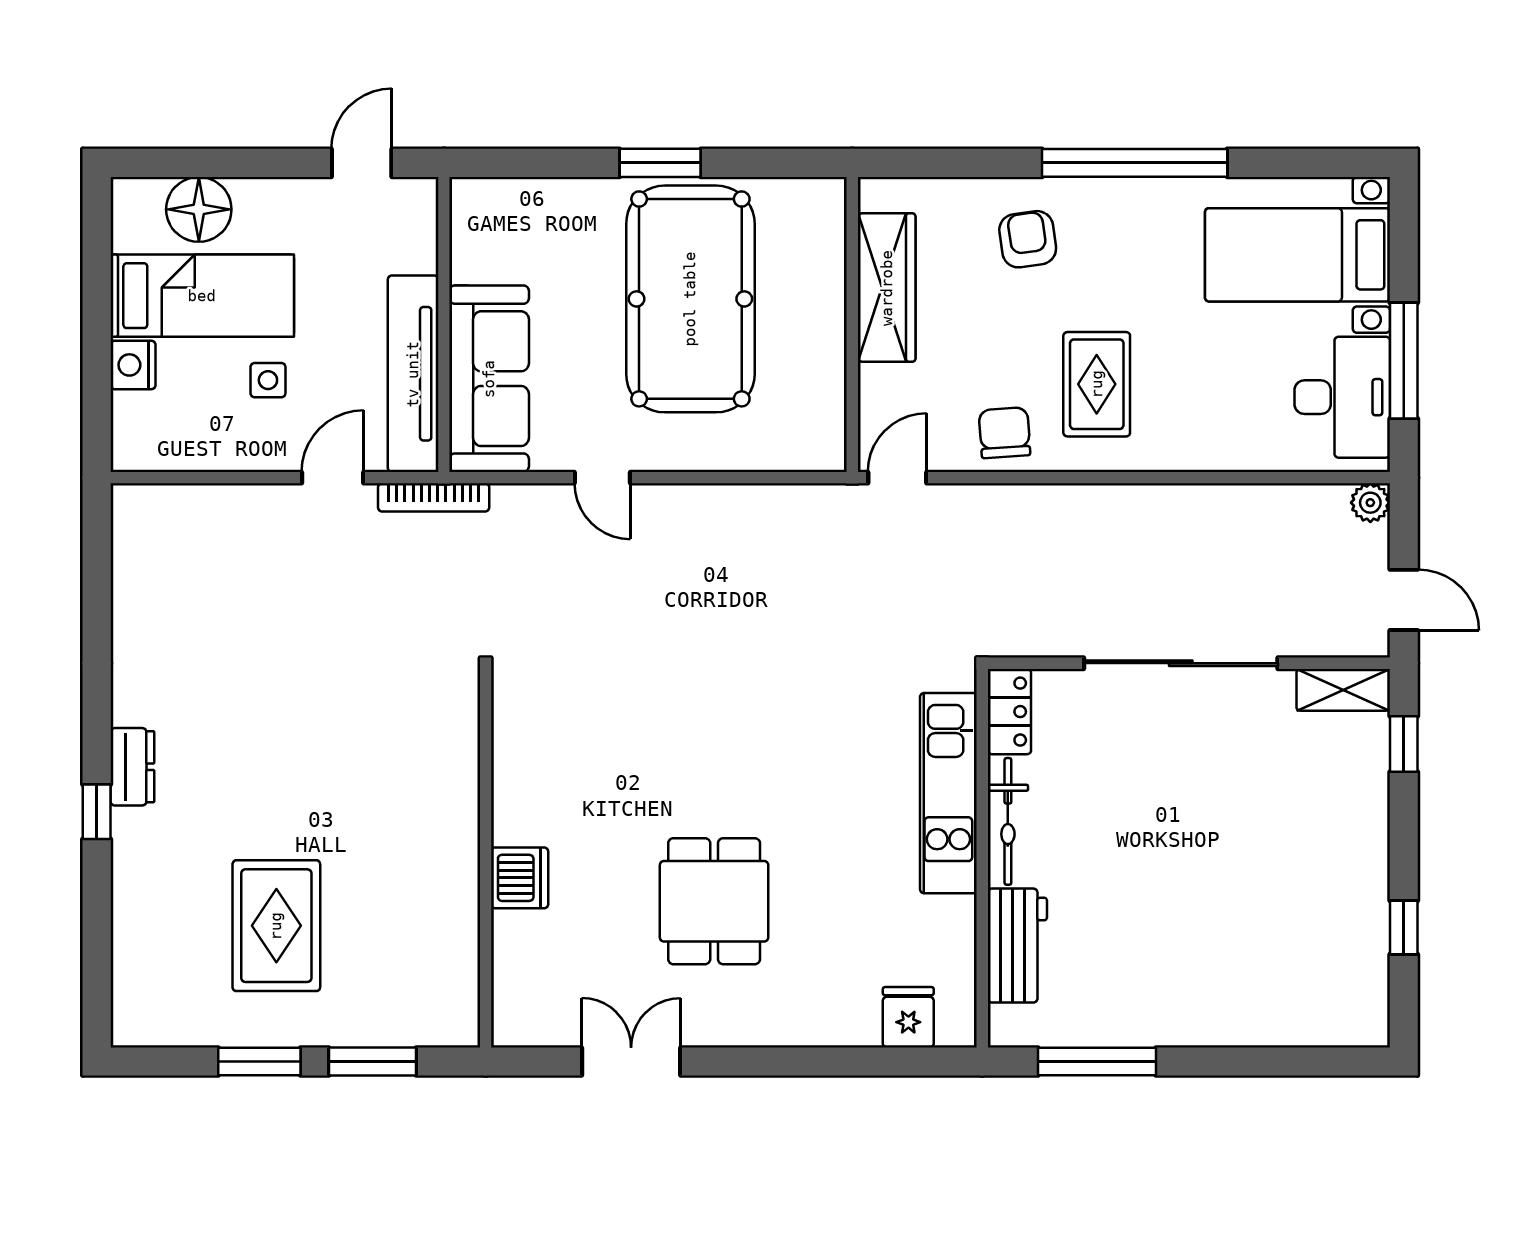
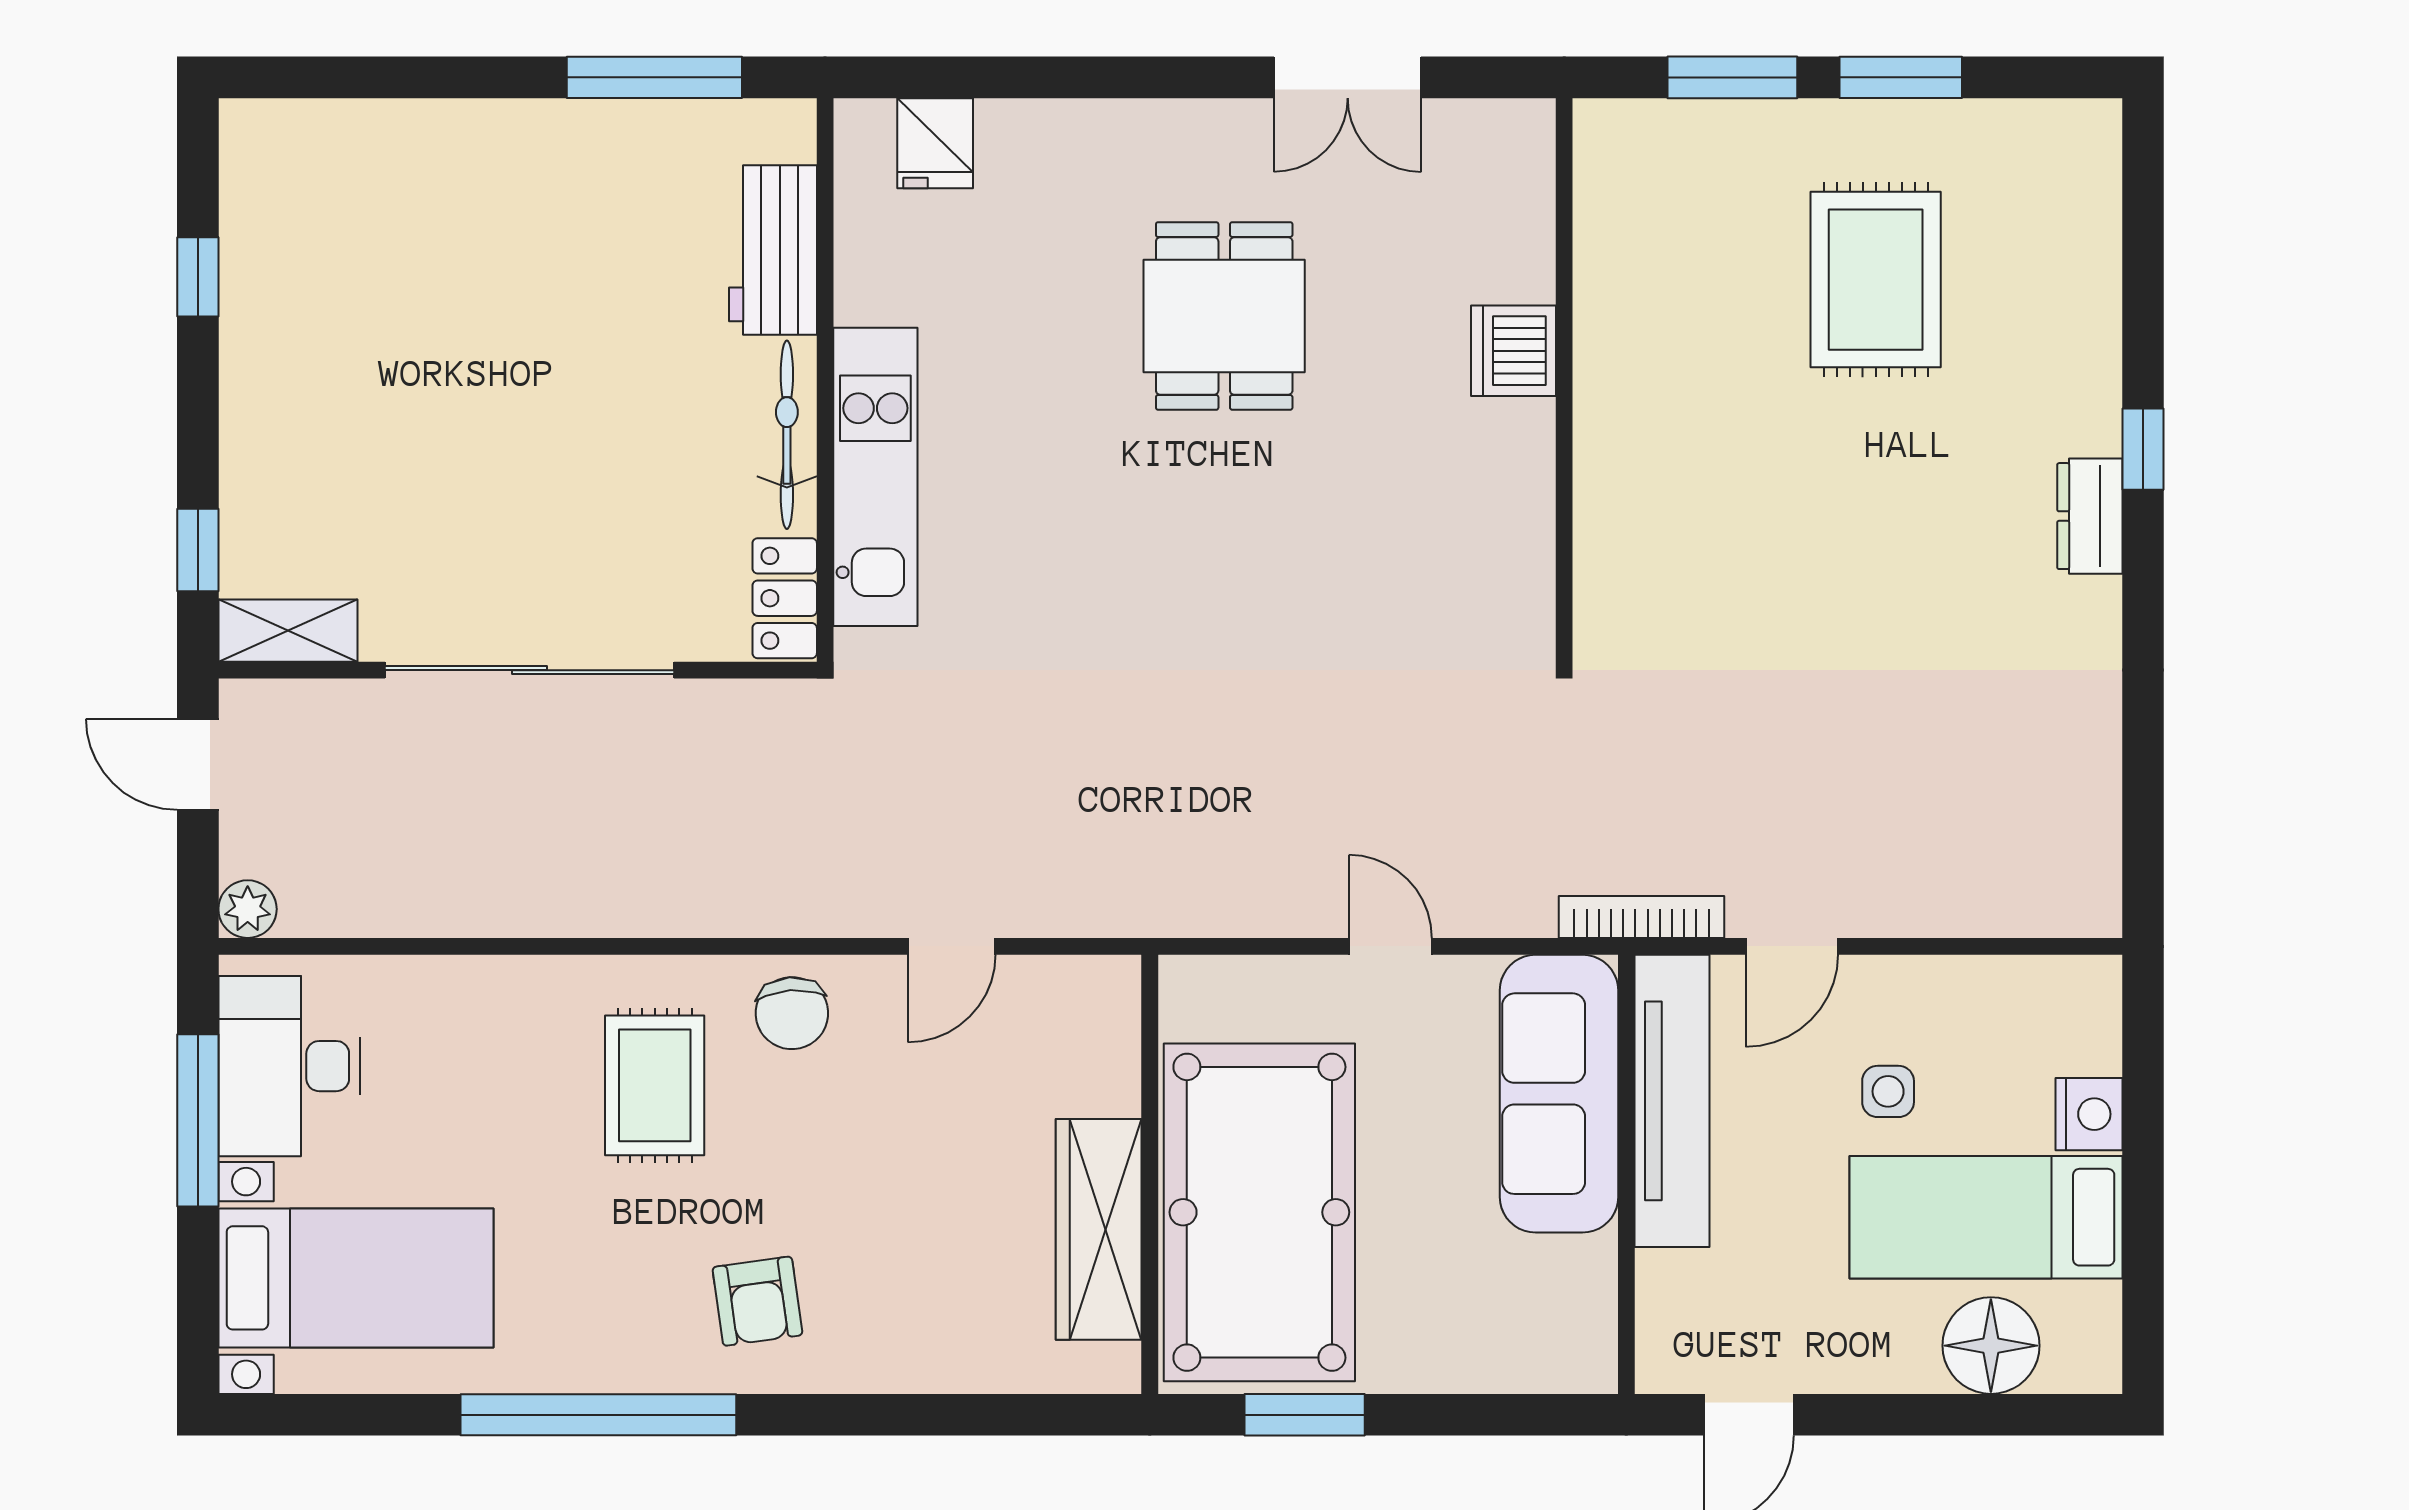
wardrobe: (887, 288) -> (1099, 1229), moved
wall: (852, 324) -> (1150, 1174), moved

